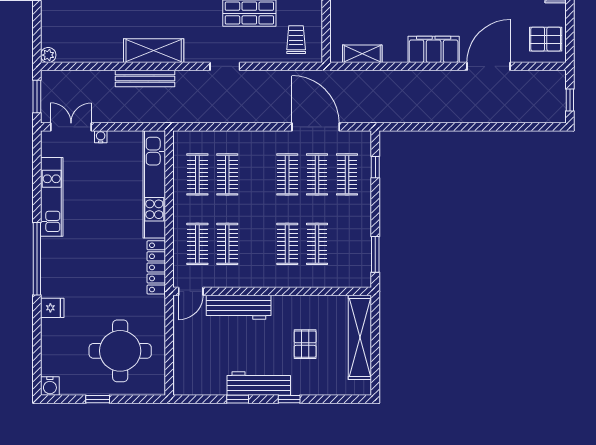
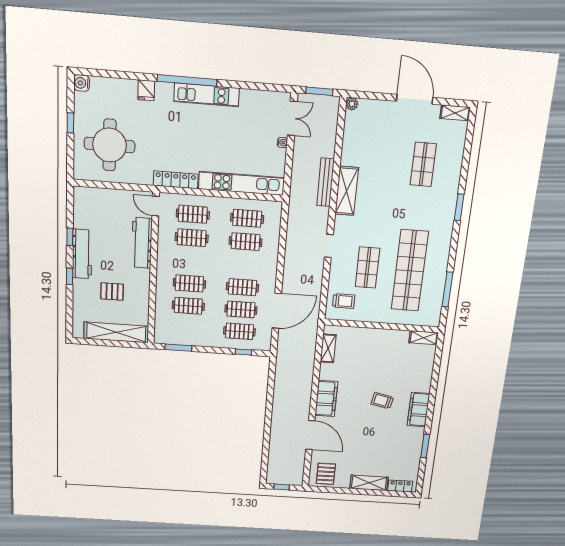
kitchen unit: (52, 197) -> (207, 95), moved

